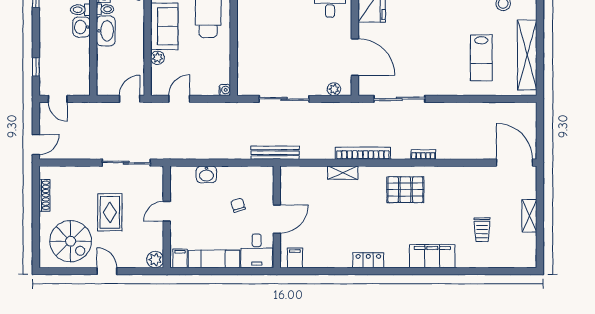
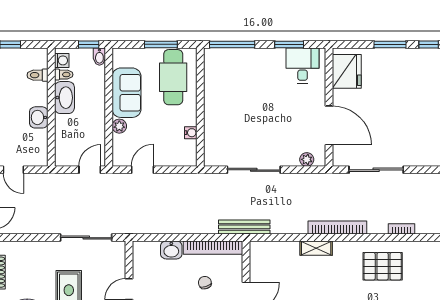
washbasin: (82, 27) -> (39, 117), moved
water cooler: (225, 90) -> (191, 133), moved
bookcase: (246, 172) -> (213, 248), added

